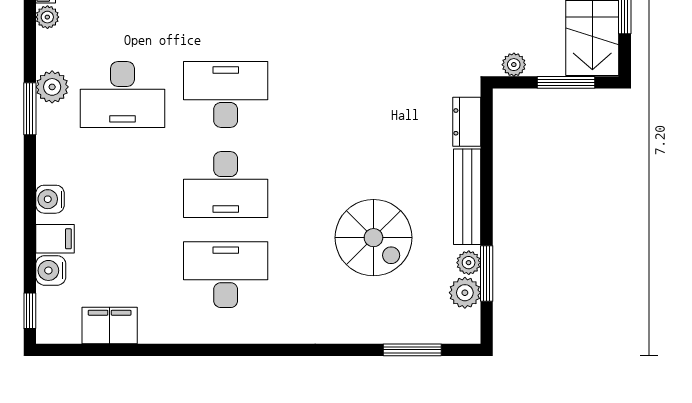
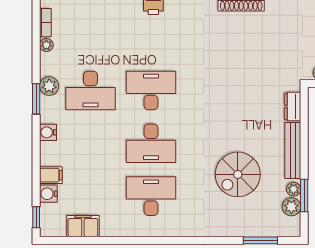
water cooler: (50, 199) -> (48, 132), moved
spiral stairs: (373, 238) -> (238, 174), turned 90

